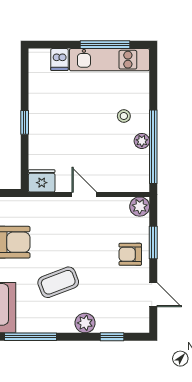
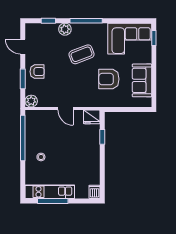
dishwasher: (59, 60) -> (95, 192), moved
window: (25, 122) -> (102, 137), moved
plant: (142, 141) -> (30, 142), removed
window: (31, 337) -> (86, 21), moved

